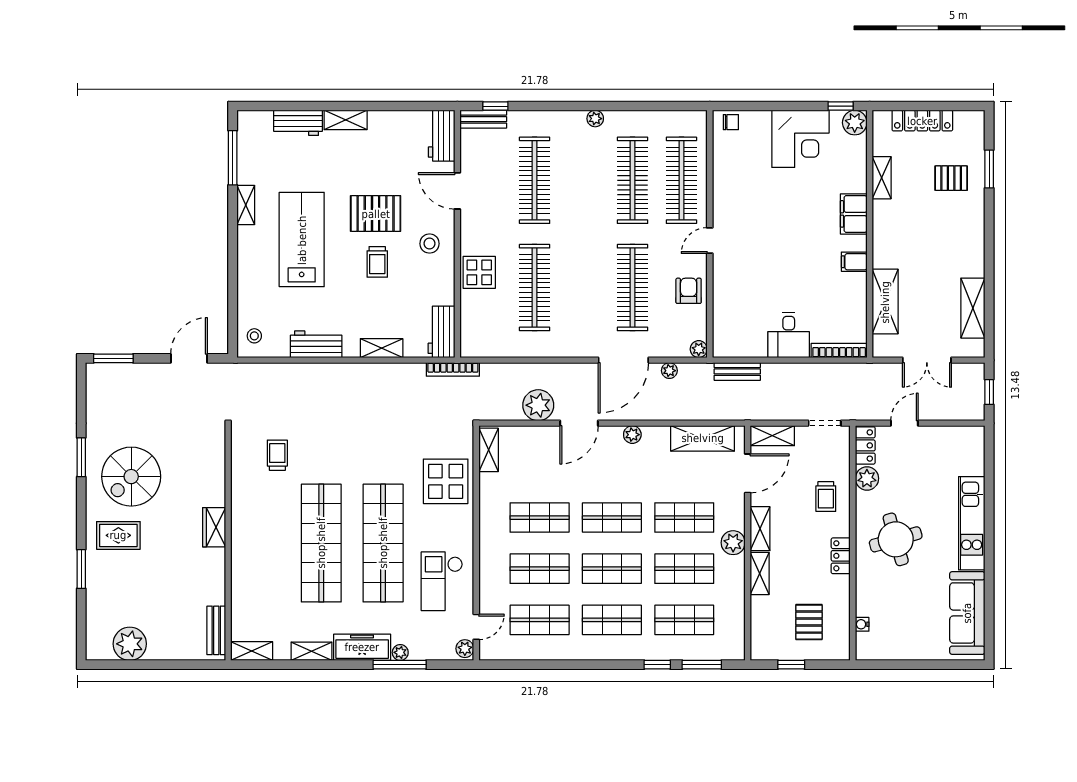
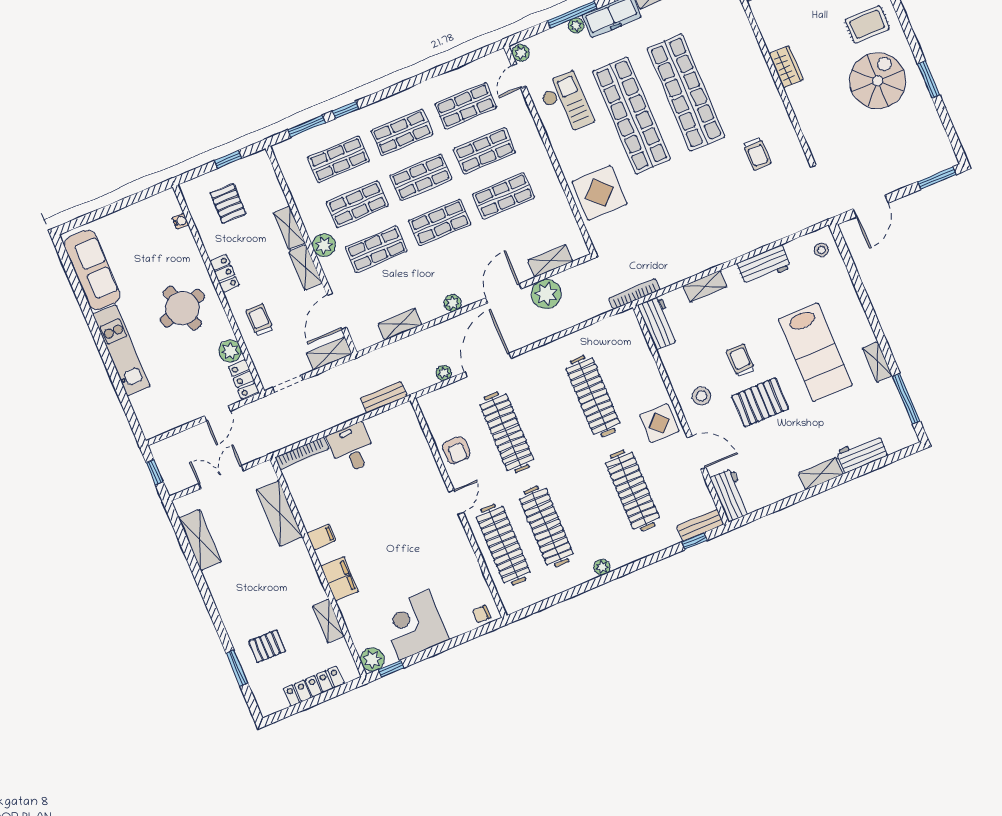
display table: (479, 272) -> (659, 423), moved
plant: (699, 349) -> (426, 403), removed
shelving: (703, 438) -> (400, 324), width x0.67, depth x0.75
shelving: (489, 450) -> (550, 261), moved, turned 90

